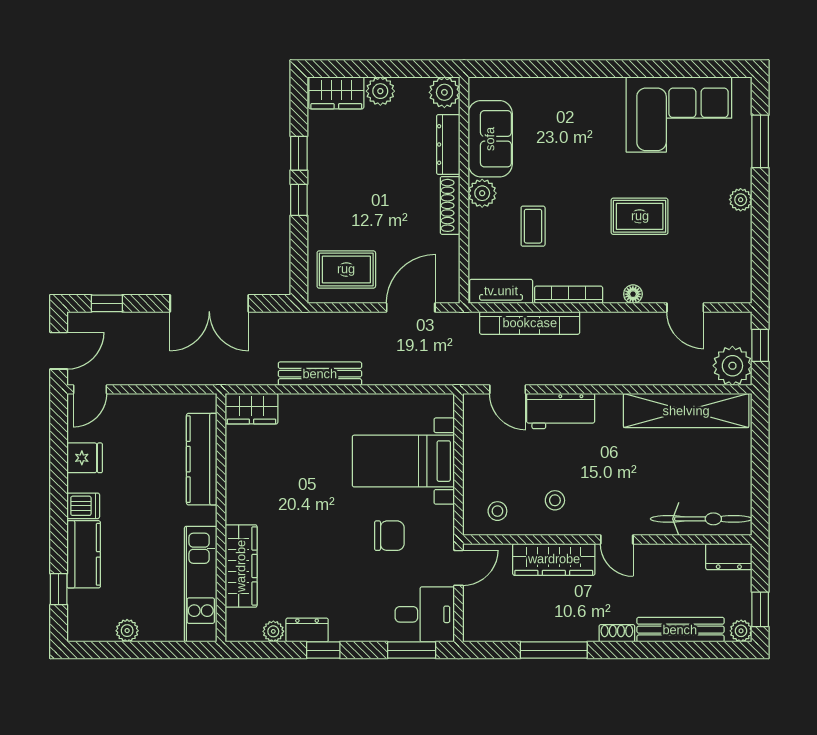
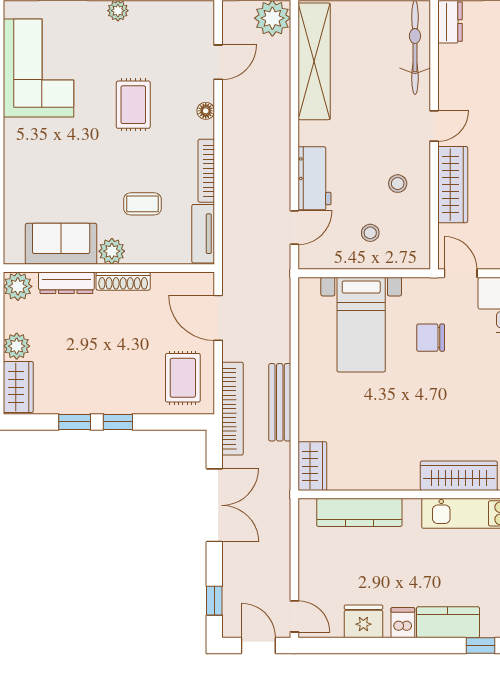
bookcase: (530, 323) -> (233, 409), moved
fridge: (85, 458) -> (363, 621), width x1.38
stool: (497, 511) -> (370, 233), moved
chair: (389, 536) -> (431, 338), turned -90

